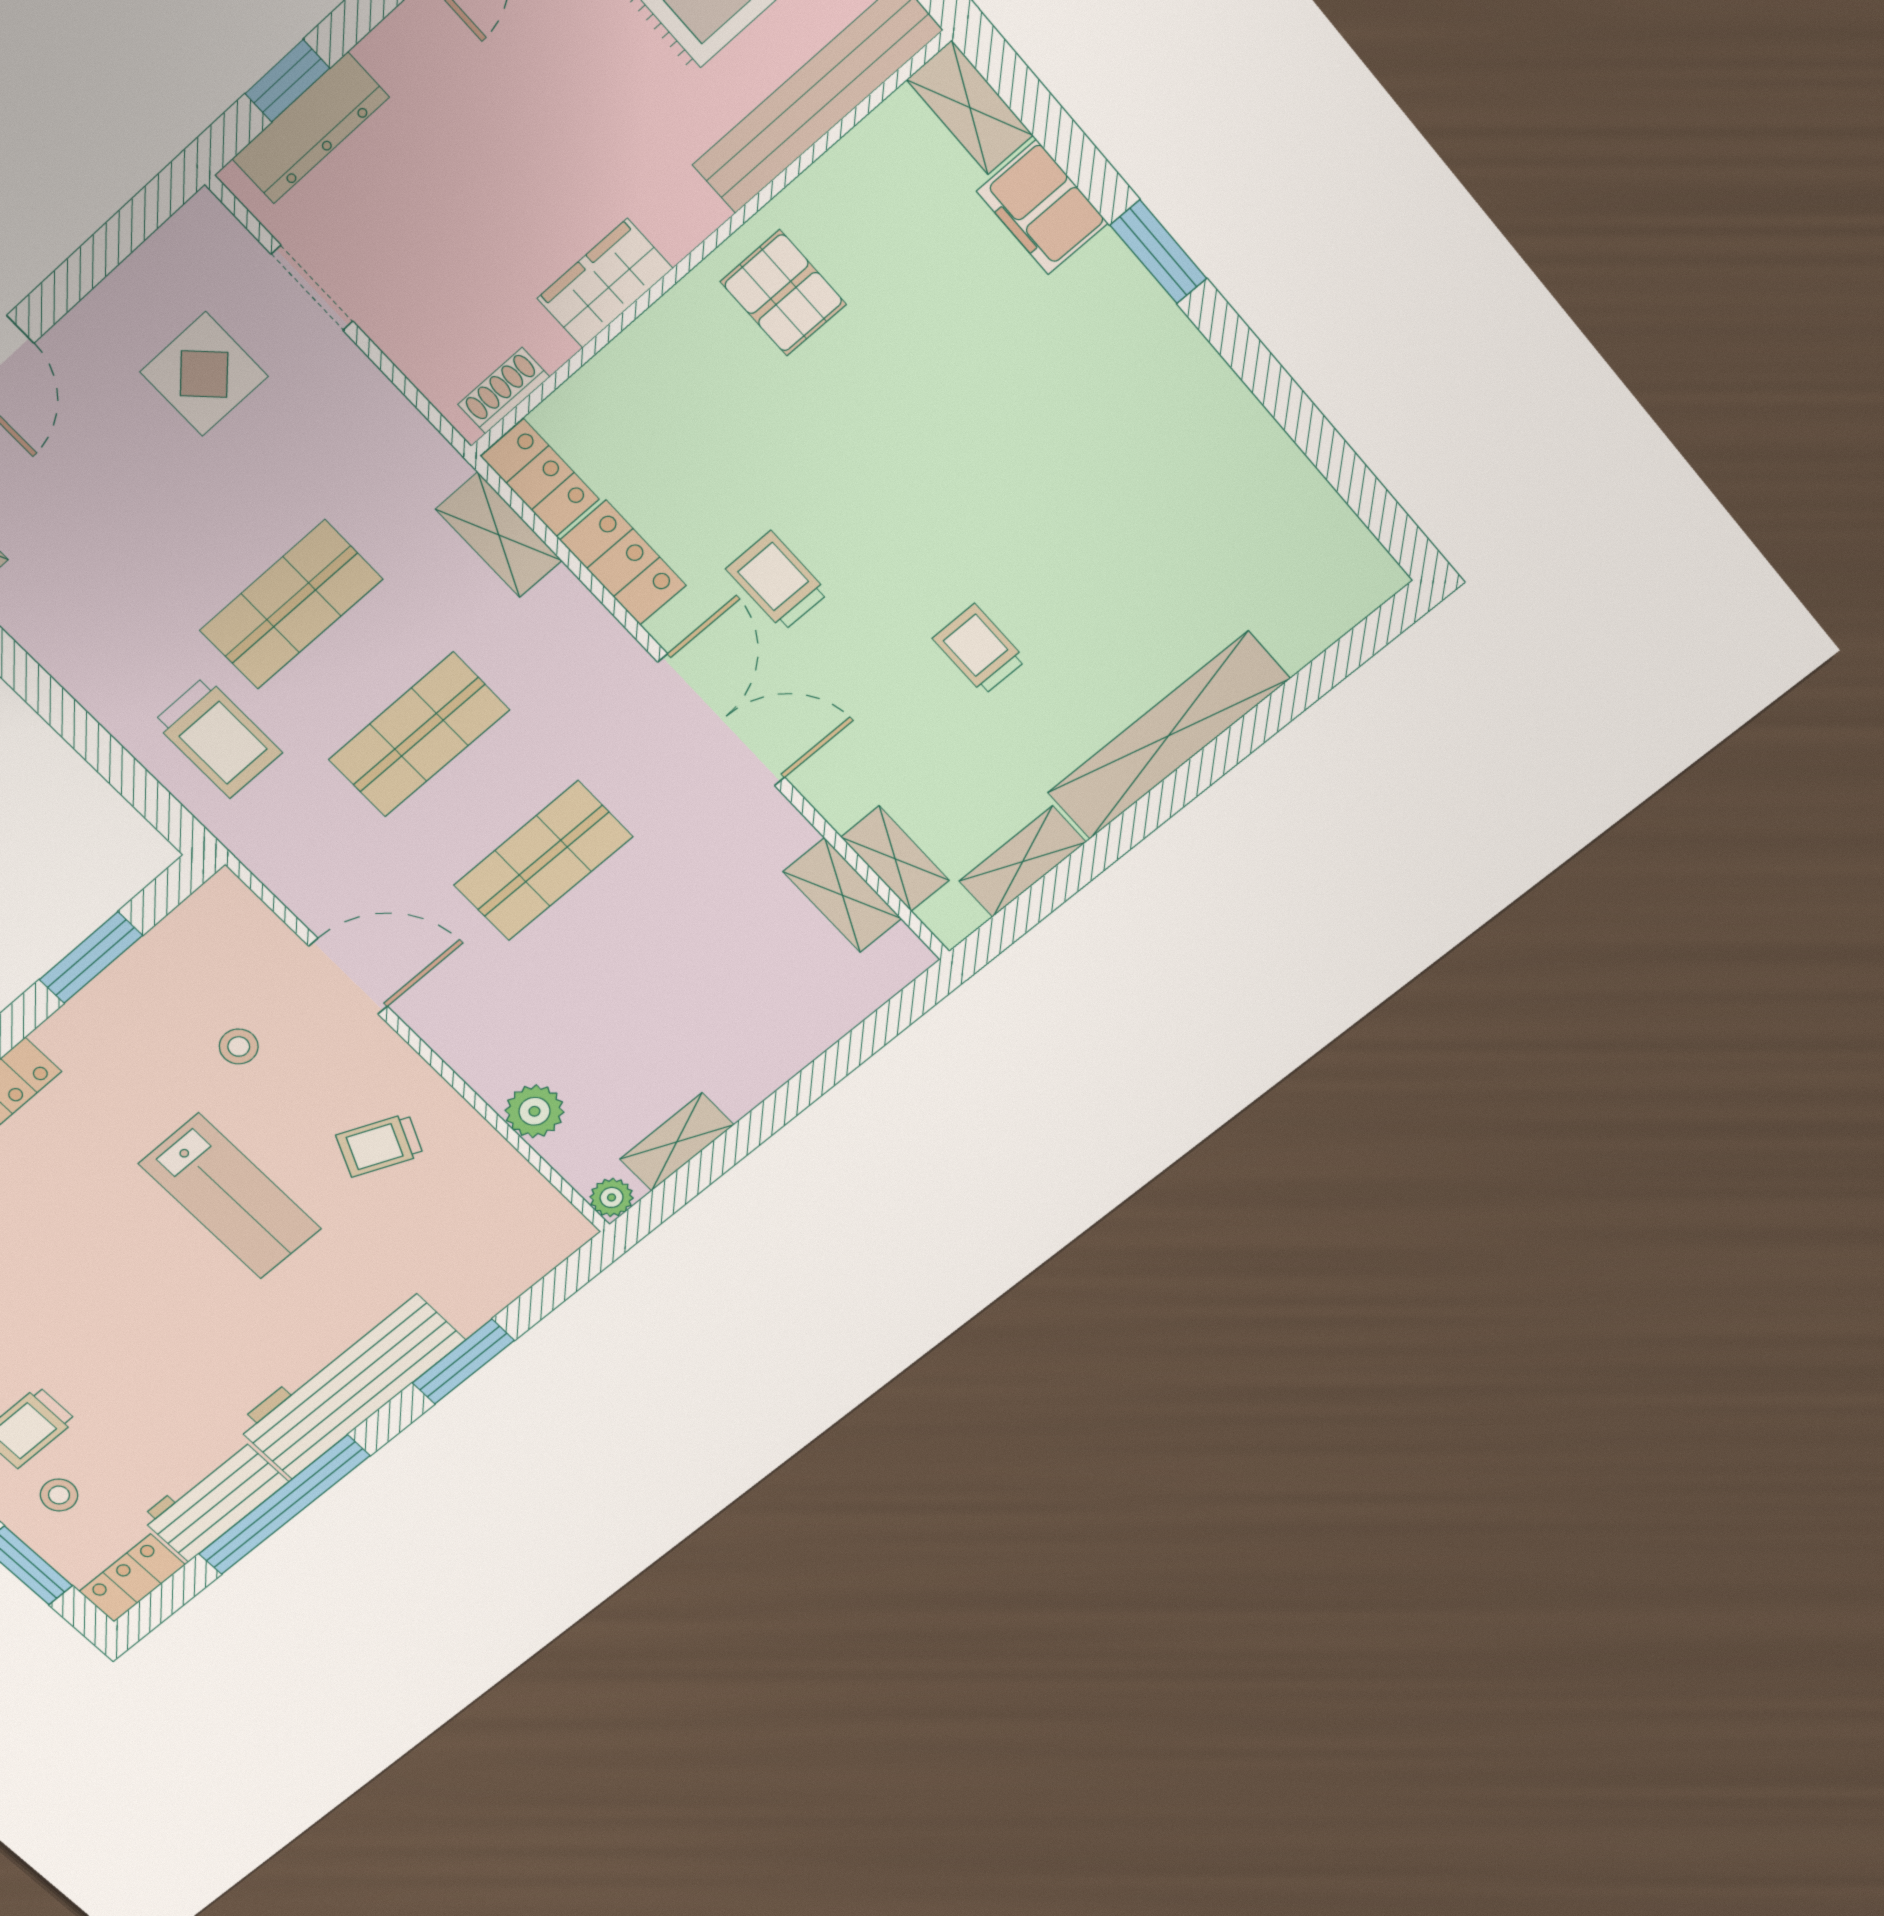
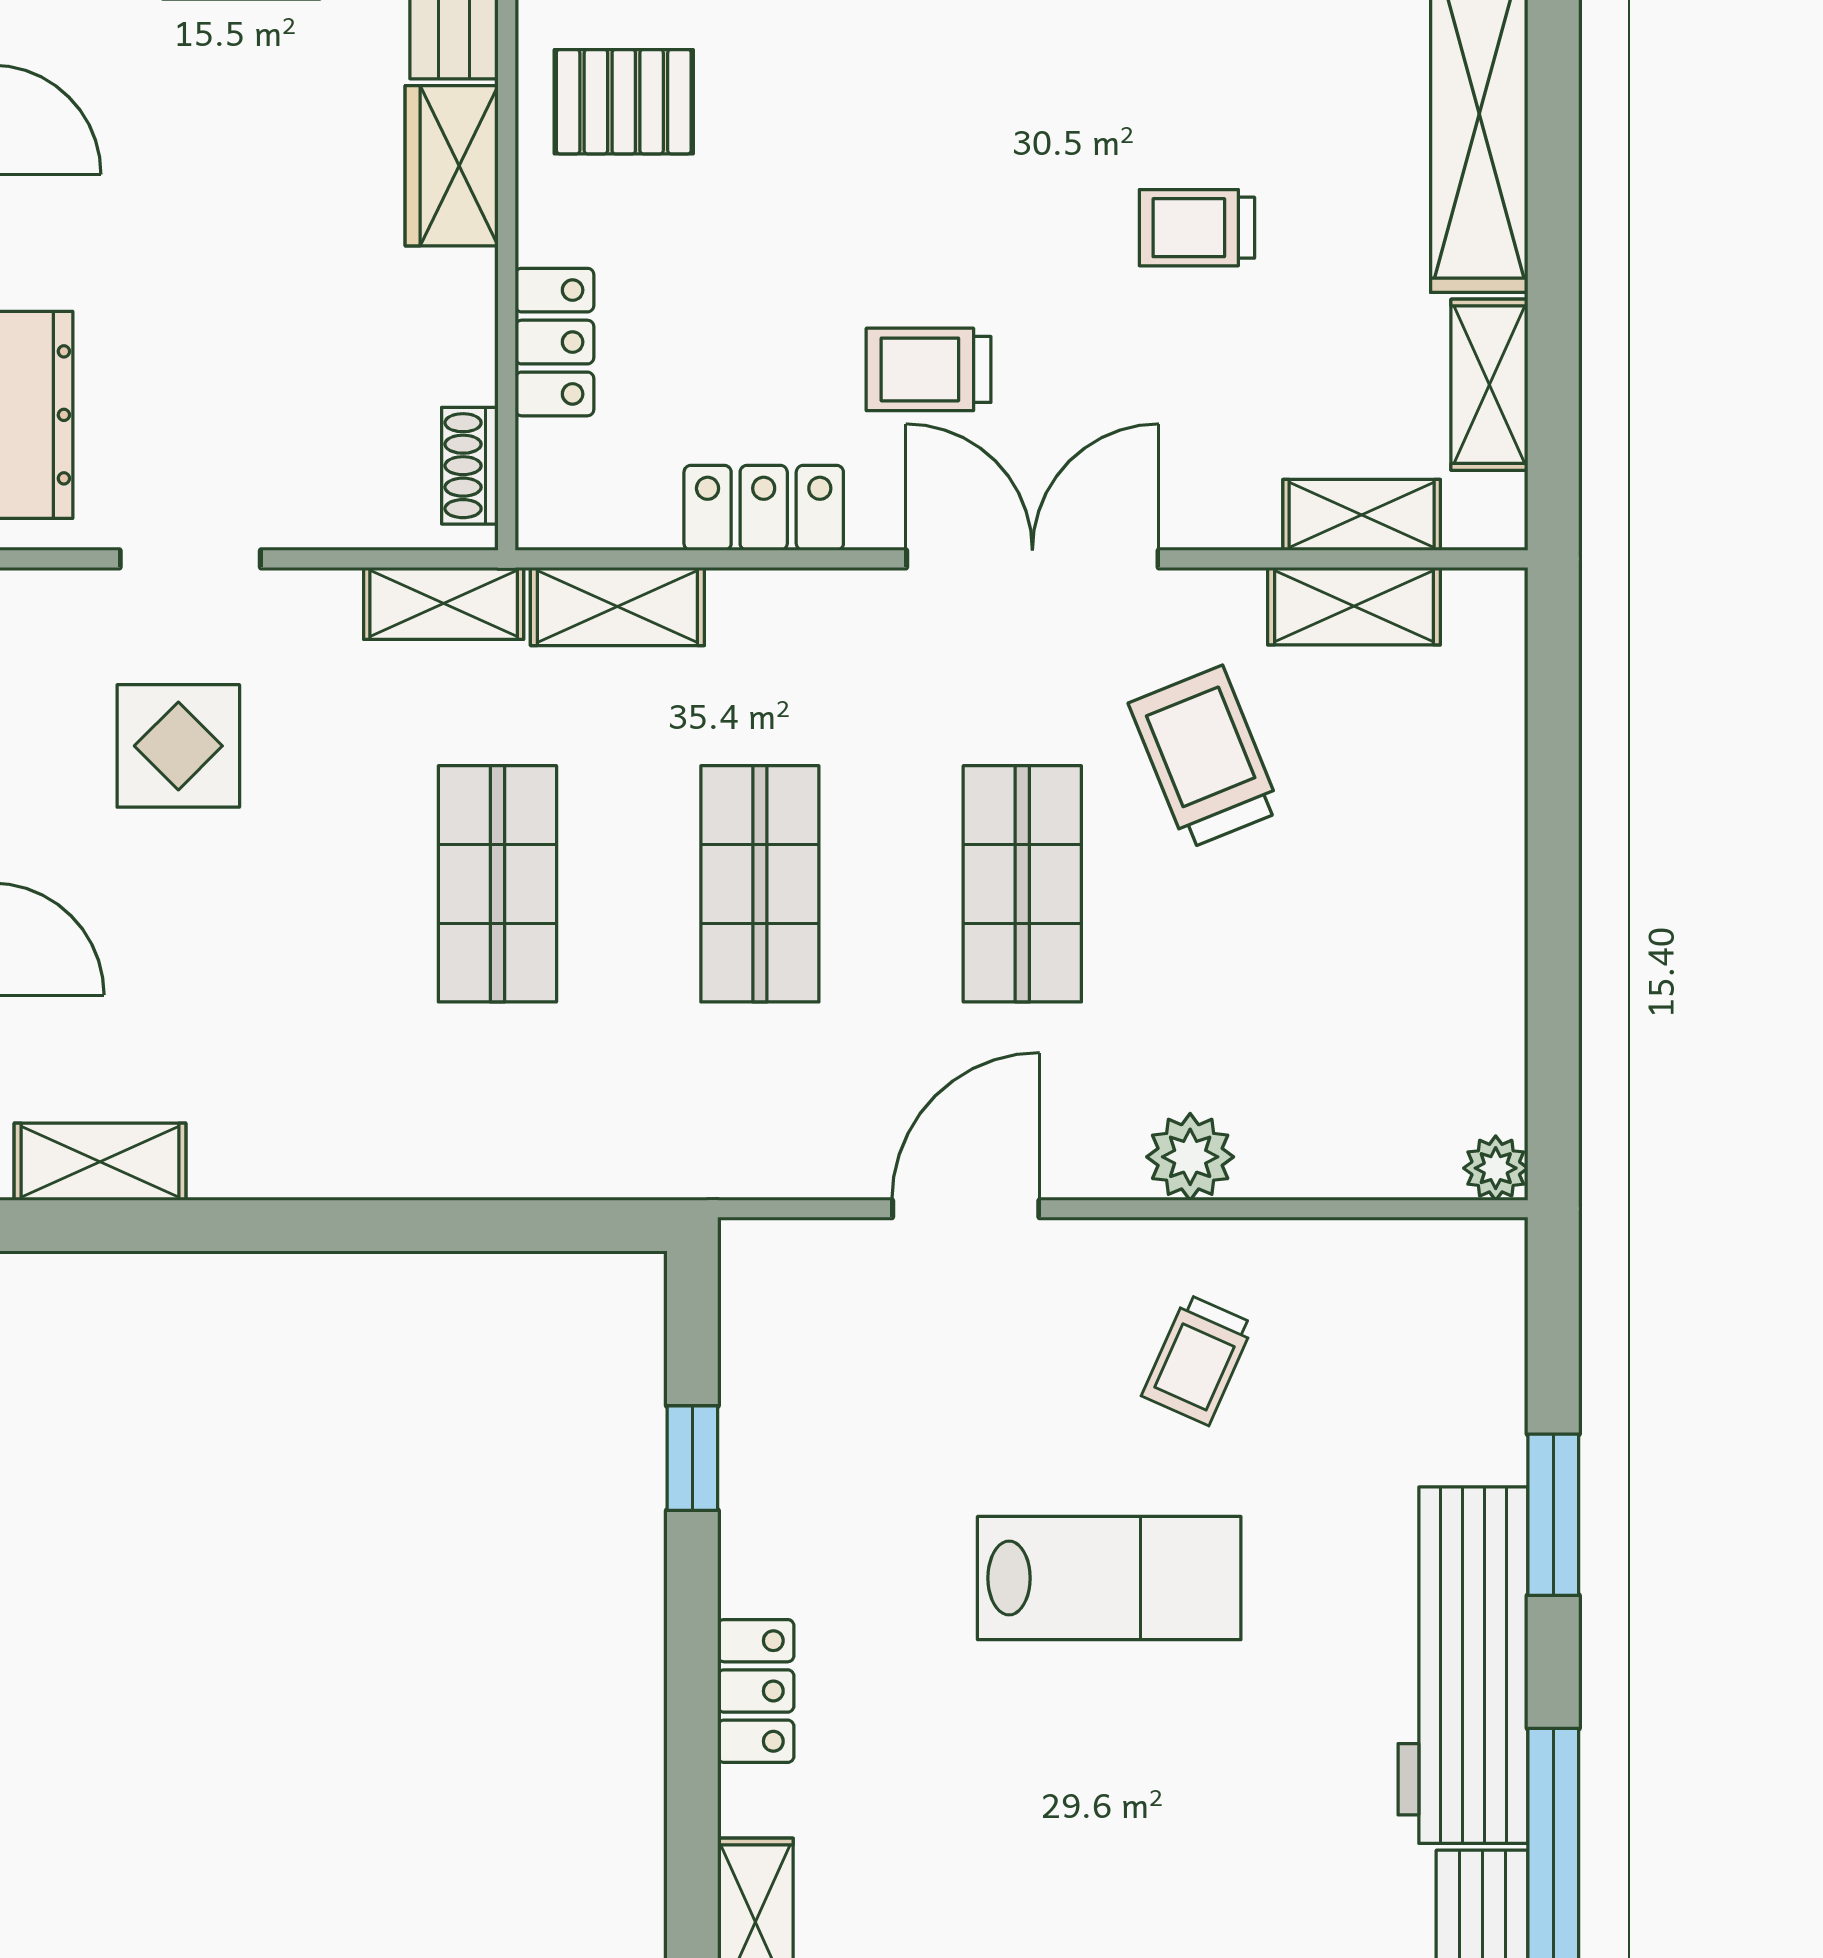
wardrobe: (605, 283) -> (452, 166), moved
locker: (540, 478) -> (554, 342), moved, turned 90
trolley: (218, 737) -> (1205, 757), moved, turned -112
window: (91, 958) -> (692, 1458), width x0.67
stool: (239, 1046) -> (940, 1400), removed
plant: (534, 1111) -> (1190, 1157), moved
shelving: (677, 1142) -> (444, 603), moved, turned 90

